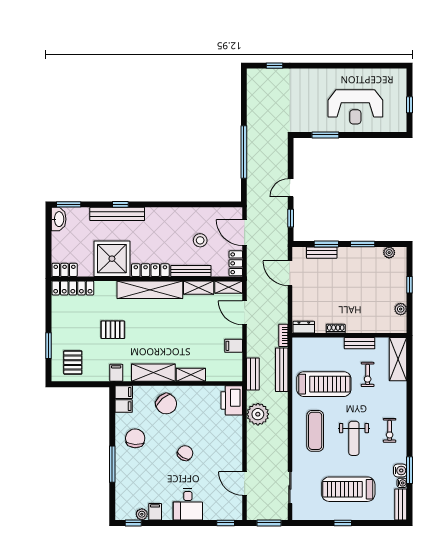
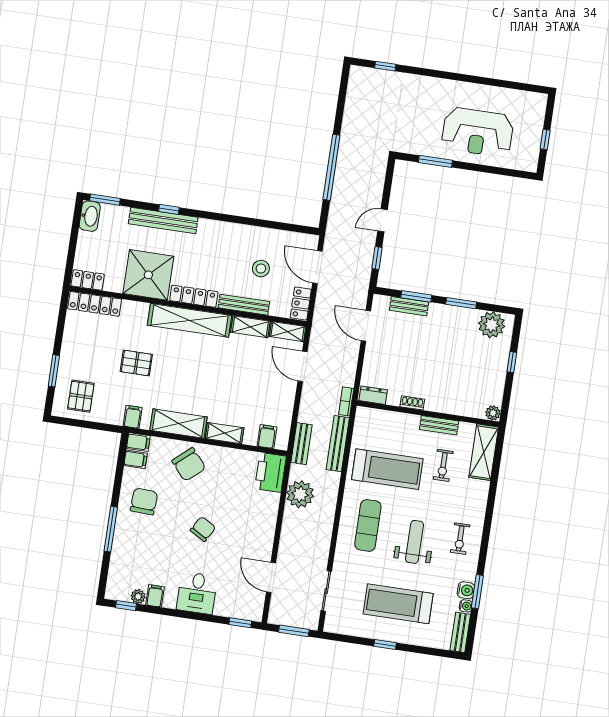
plant: (389, 253) -> (492, 325), width x1.88, depth x1.88
plant: (401, 309) -> (493, 413), moved
filing cabinet: (234, 346) -> (267, 437), moved, turned 90
weight bench: (354, 438) -> (415, 542), turned 180

